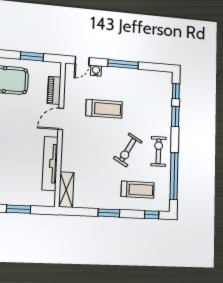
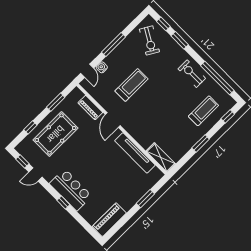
exercise bike: (128, 150) -> (149, 40), moved

